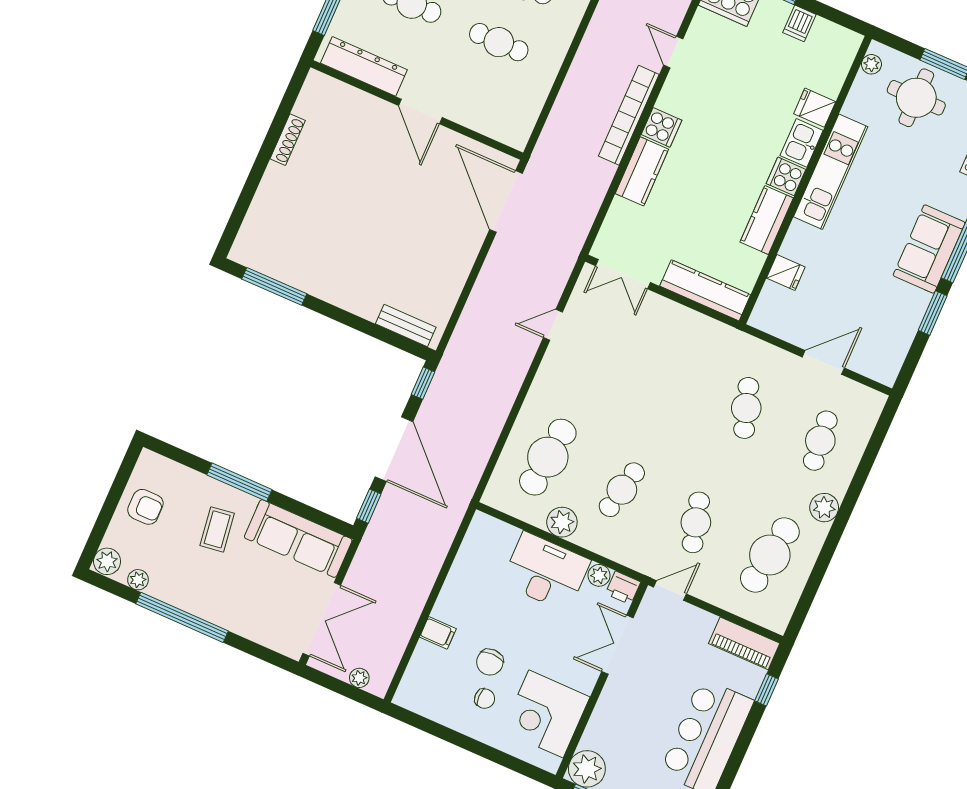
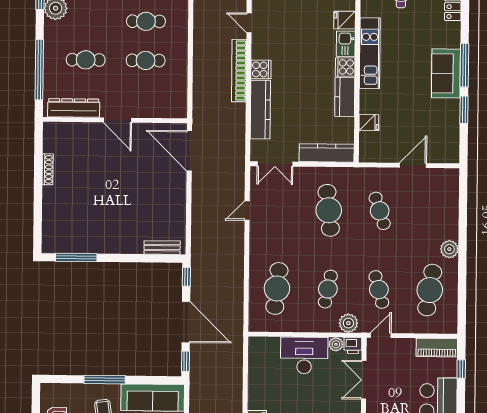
kitchen counter: (642, 171) -> (260, 110), width x1.50
cafe table: (820, 441) -> (329, 210), moved, width x1.37, depth x1.35
plant: (562, 522) -> (348, 323), moved

